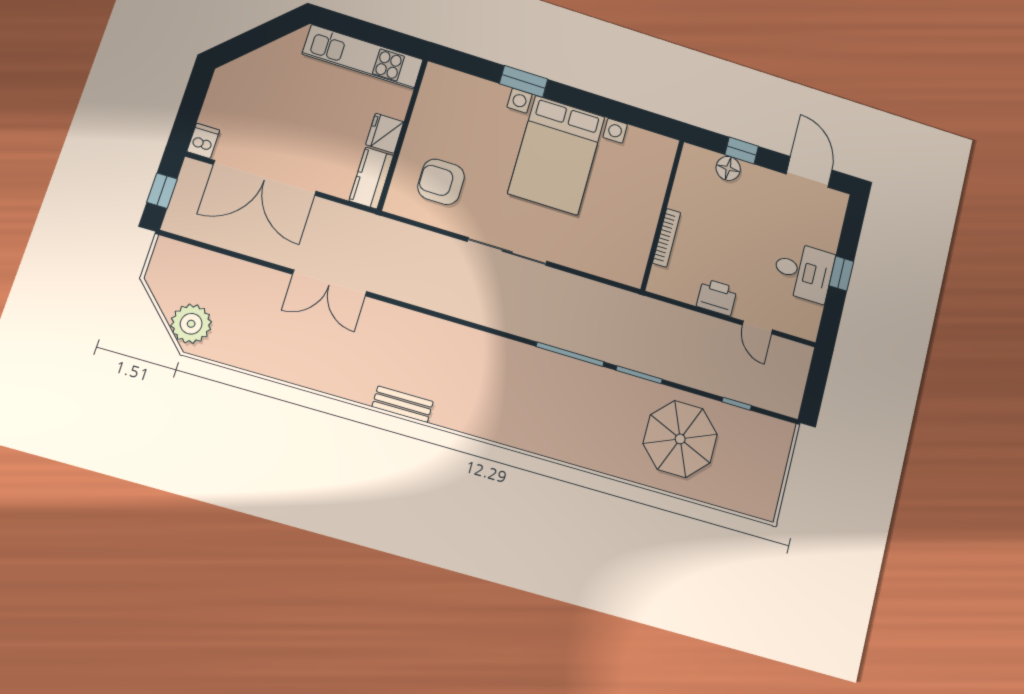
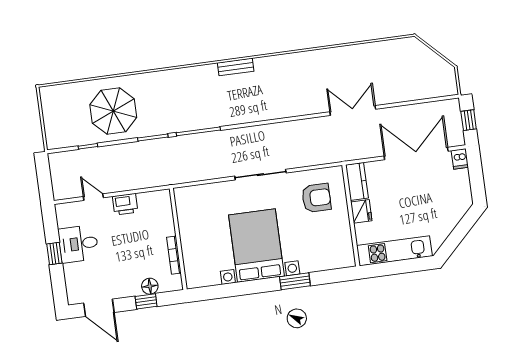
bookcase: (667, 238) -> (174, 255), moved
plant: (191, 324) -> (417, 54), removed
bench: (403, 404) -> (236, 67), moved

